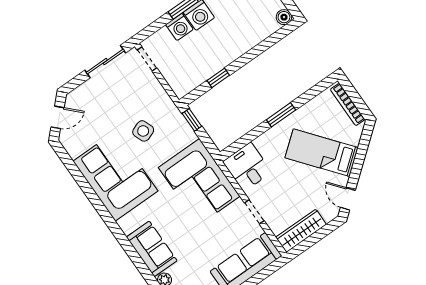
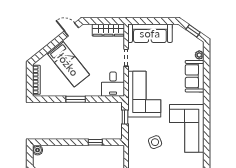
window: (192, 120) -> (125, 117), moved
door: (348, 199) -> (71, 29), swing flipped

